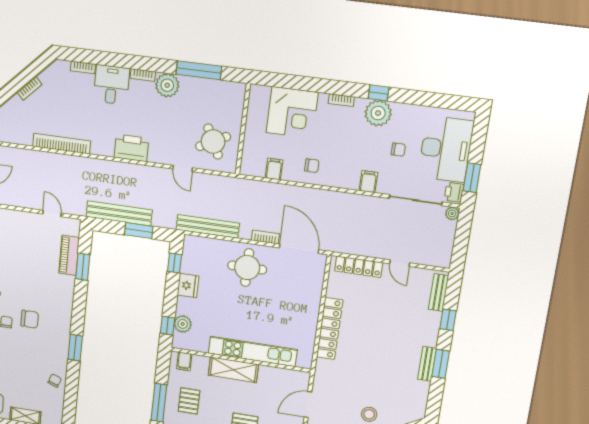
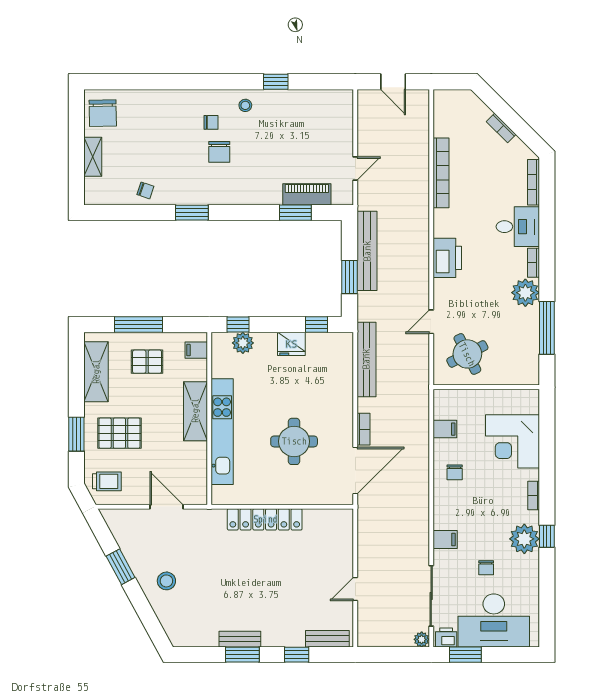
bookcase: (83, 67) -> (533, 182), width x1.56
round table: (247, 267) -> (294, 441), moved
locker: (359, 267) -> (344, 543), removed

